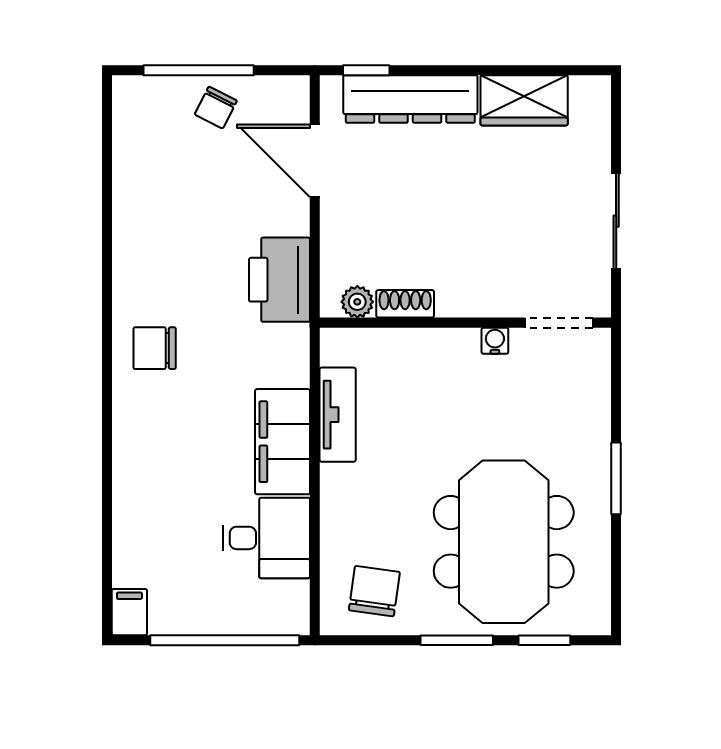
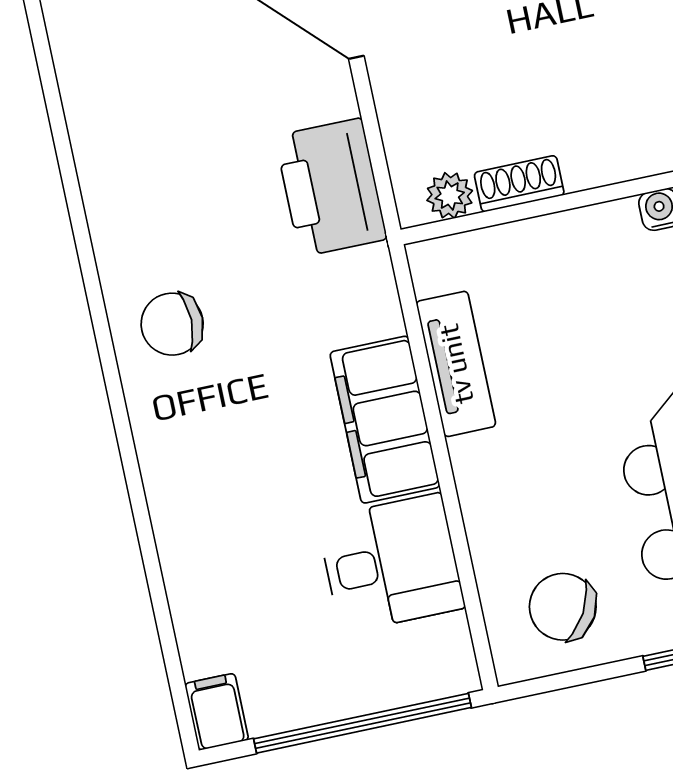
chair: (374, 591) -> (563, 607), turned -68

